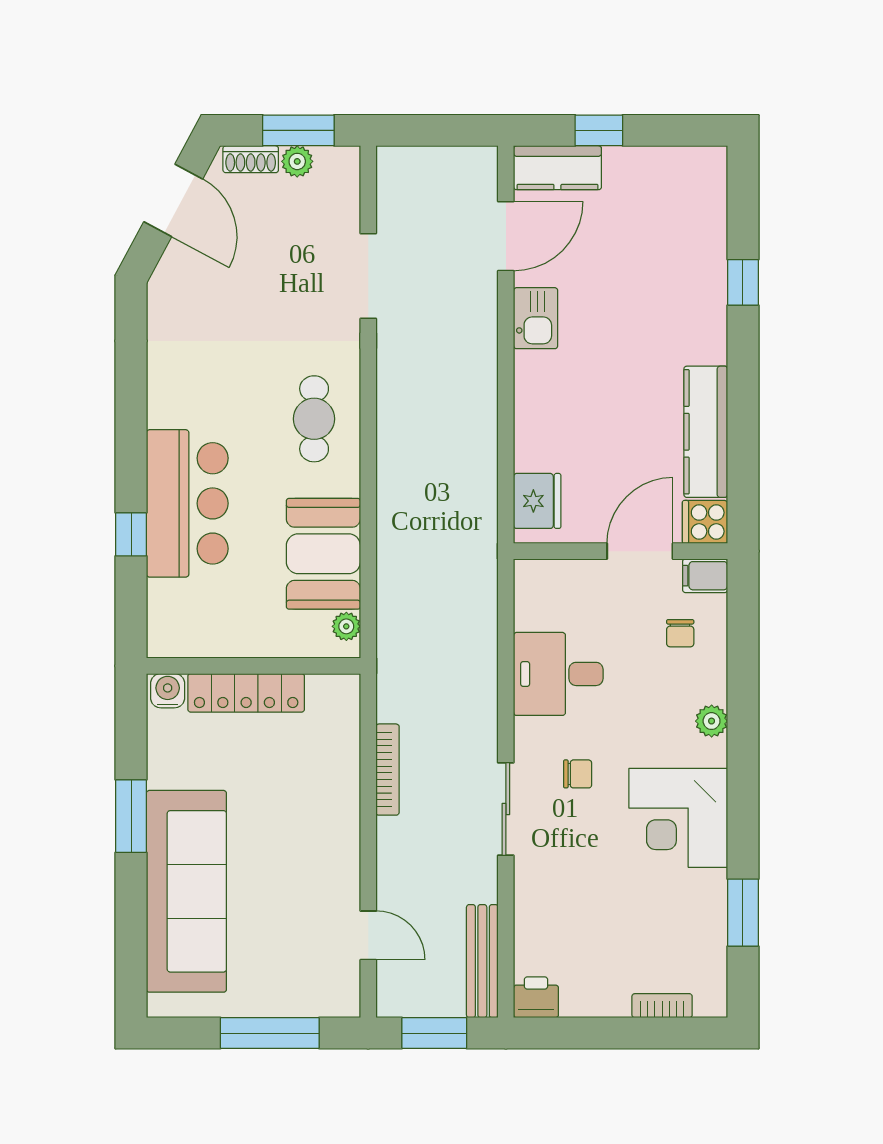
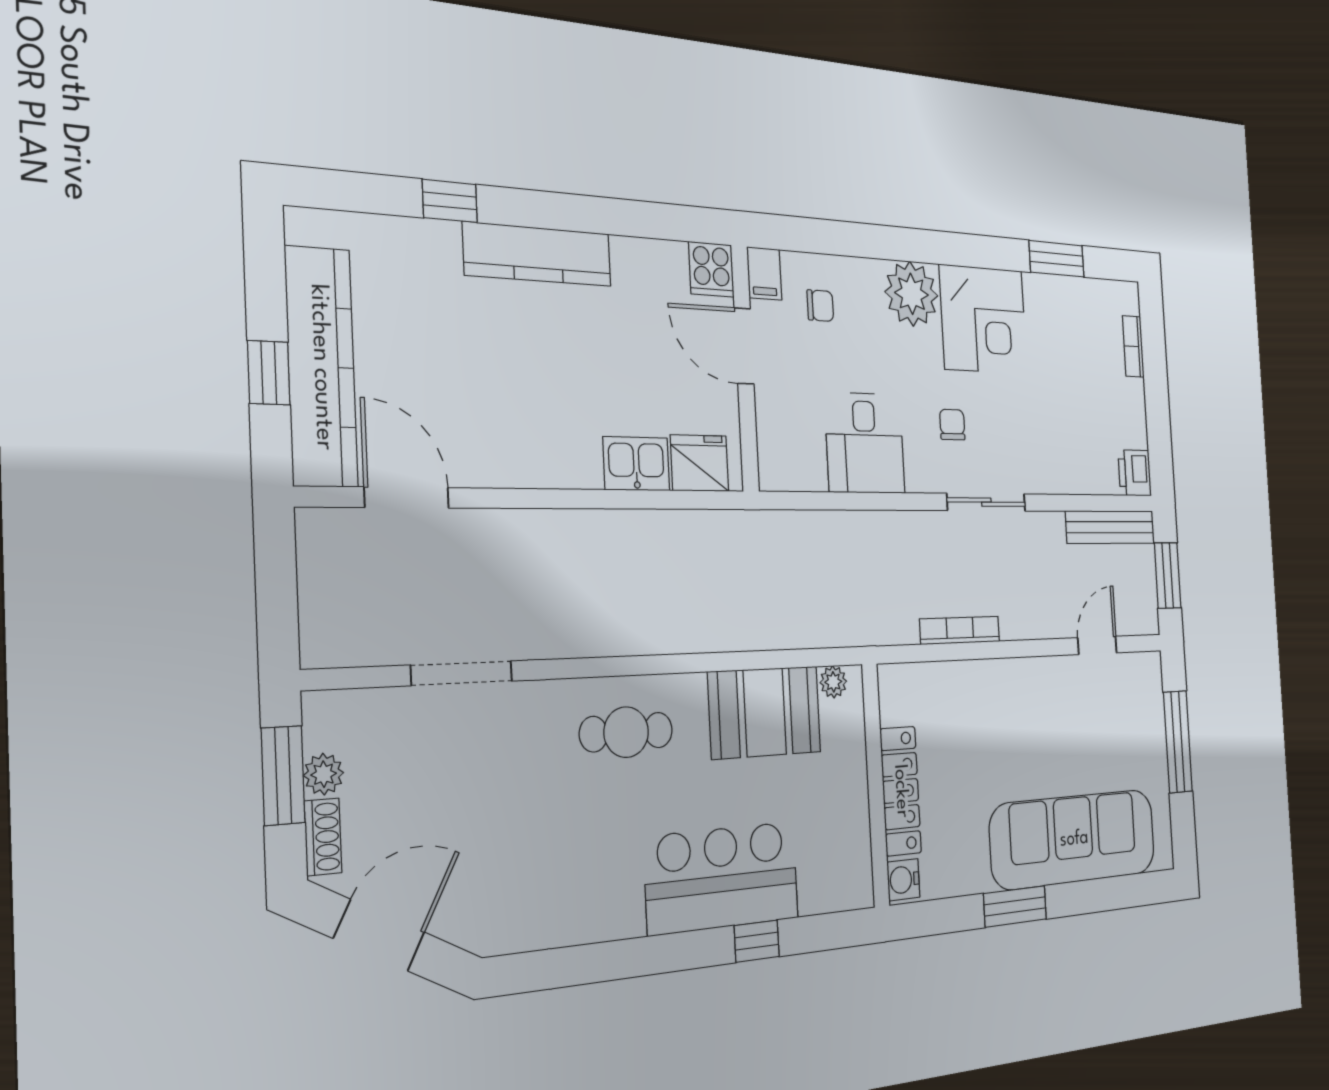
kitchen counter: (557, 168) -> (321, 367), width x2.08, depth x1.17
kitchen sink: (536, 318) -> (636, 464), moved
kitchen counter: (706, 432) -> (538, 254), moved
plant: (712, 721) -> (912, 294), width x1.88, depth x1.88

